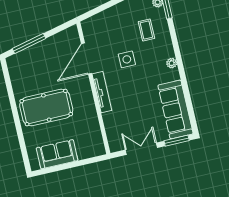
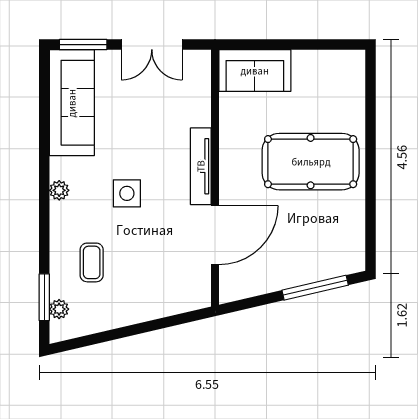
side table: (127, 59) -> (127, 193), moved
sofa: (57, 154) -> (255, 71), moved

